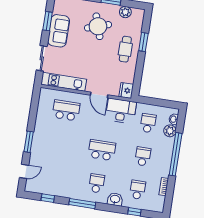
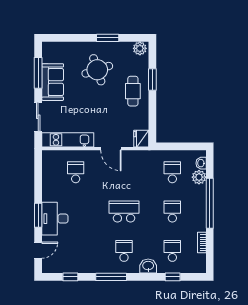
plant: (125, 12) -> (140, 48), moved
window: (48, 21) -> (38, 73), width x1.44
school desk: (66, 110) -> (76, 172), width x0.54
desk: (121, 111) -> (55, 219), moved, turned -90

